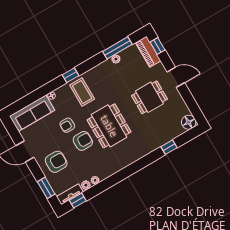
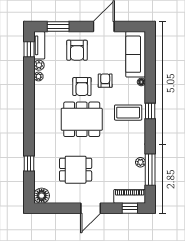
dining table: (149, 97) -> (76, 170), moved, turned 90

